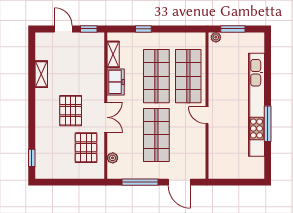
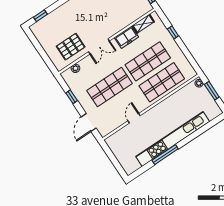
pallet: (71, 111) -> (88, 20), removed
door: (207, 115) -> (134, 118), moved
window: (140, 182) -> (72, 97), width x0.46

